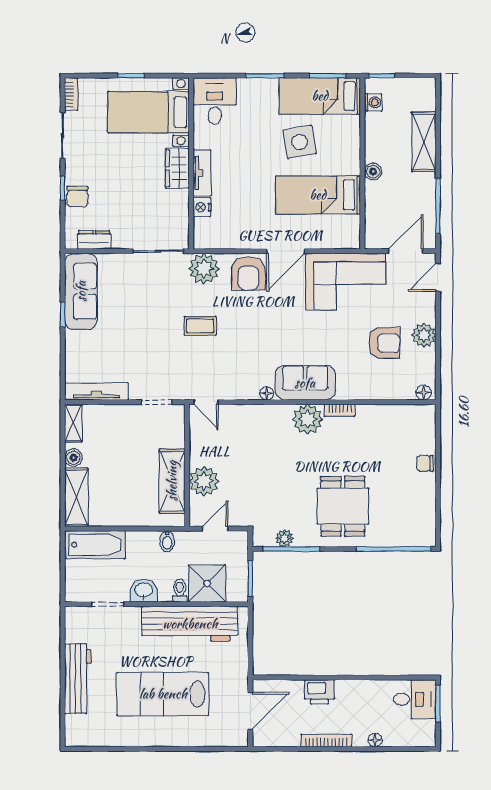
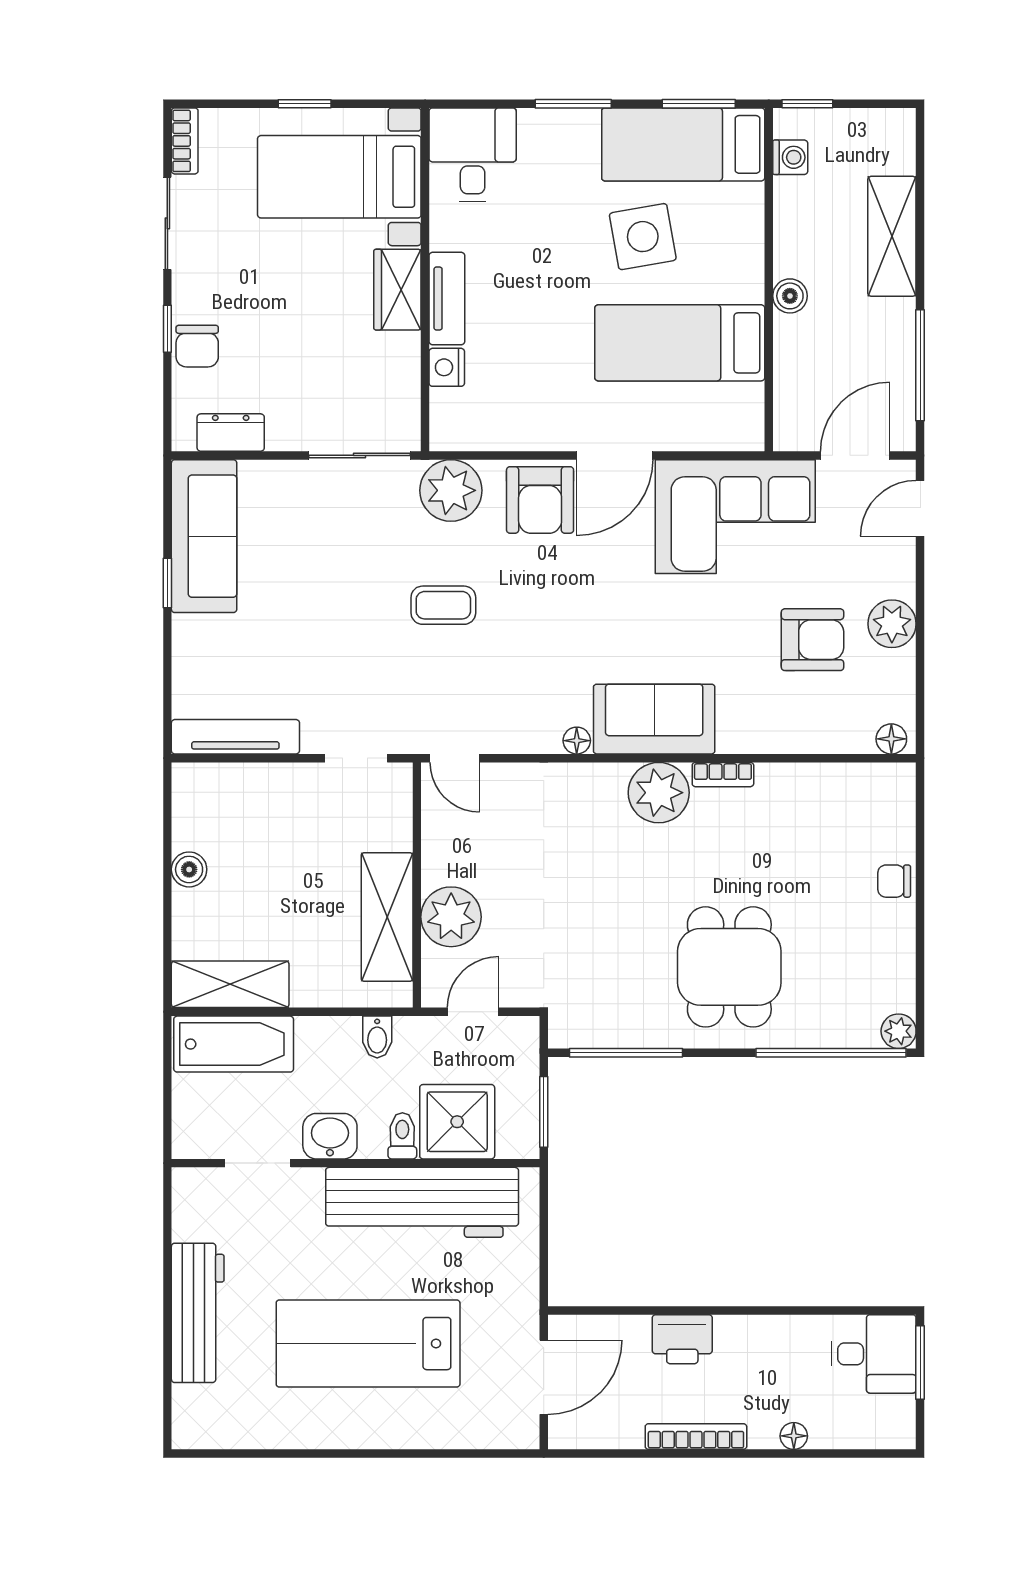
shelving: (73, 423) -> (189, 801), removed
shelving: (76, 497) -> (230, 984), moved, turned 90
plant: (284, 538) -> (899, 1031), moved

